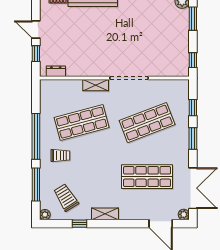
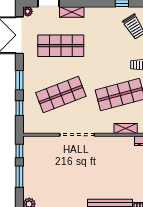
window: (193, 19) -> (19, 177), moved
shelving: (96, 85) -> (126, 128), moved
shelving: (105, 214) -> (72, 12), moved

